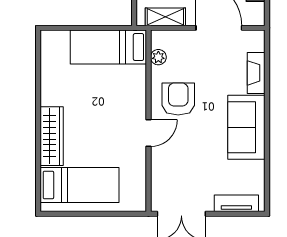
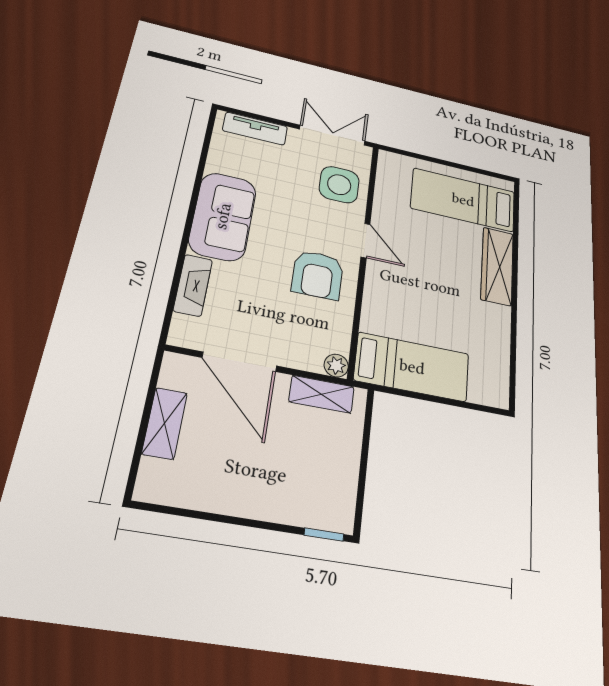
plant: (158, 57) -> (336, 366), moved
door: (148, 133) -> (366, 241), swing flipped
side table: (172, 173) -> (339, 185), added

